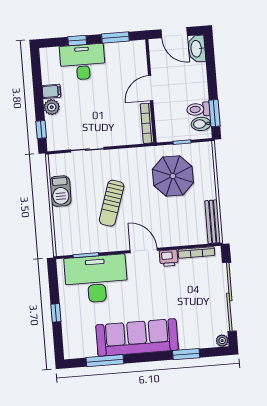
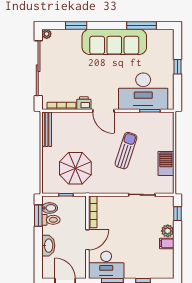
washbasin: (197, 49) -> (48, 246), moved
desk: (83, 62) -> (106, 265), moved

